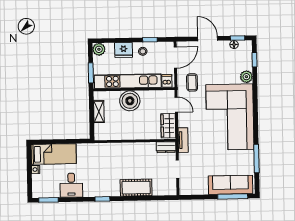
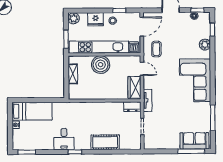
corner sofa: (230, 117) -> (195, 80), width x0.73, depth x0.74
desk: (71, 185) -> (64, 139), moved
sofa: (230, 185) -> (194, 141), width x0.73

